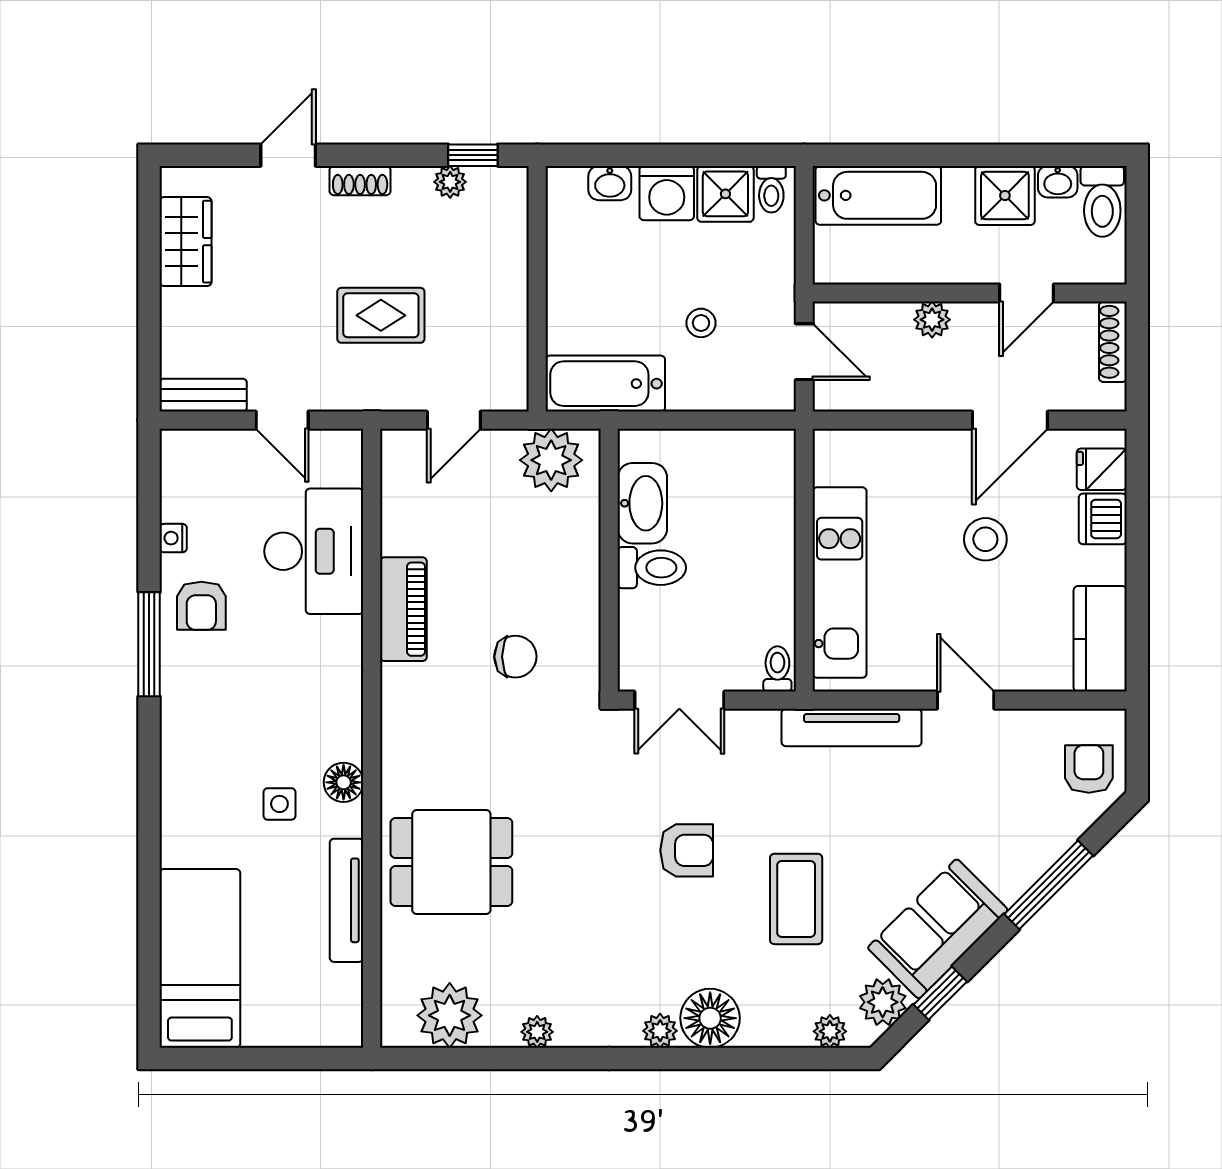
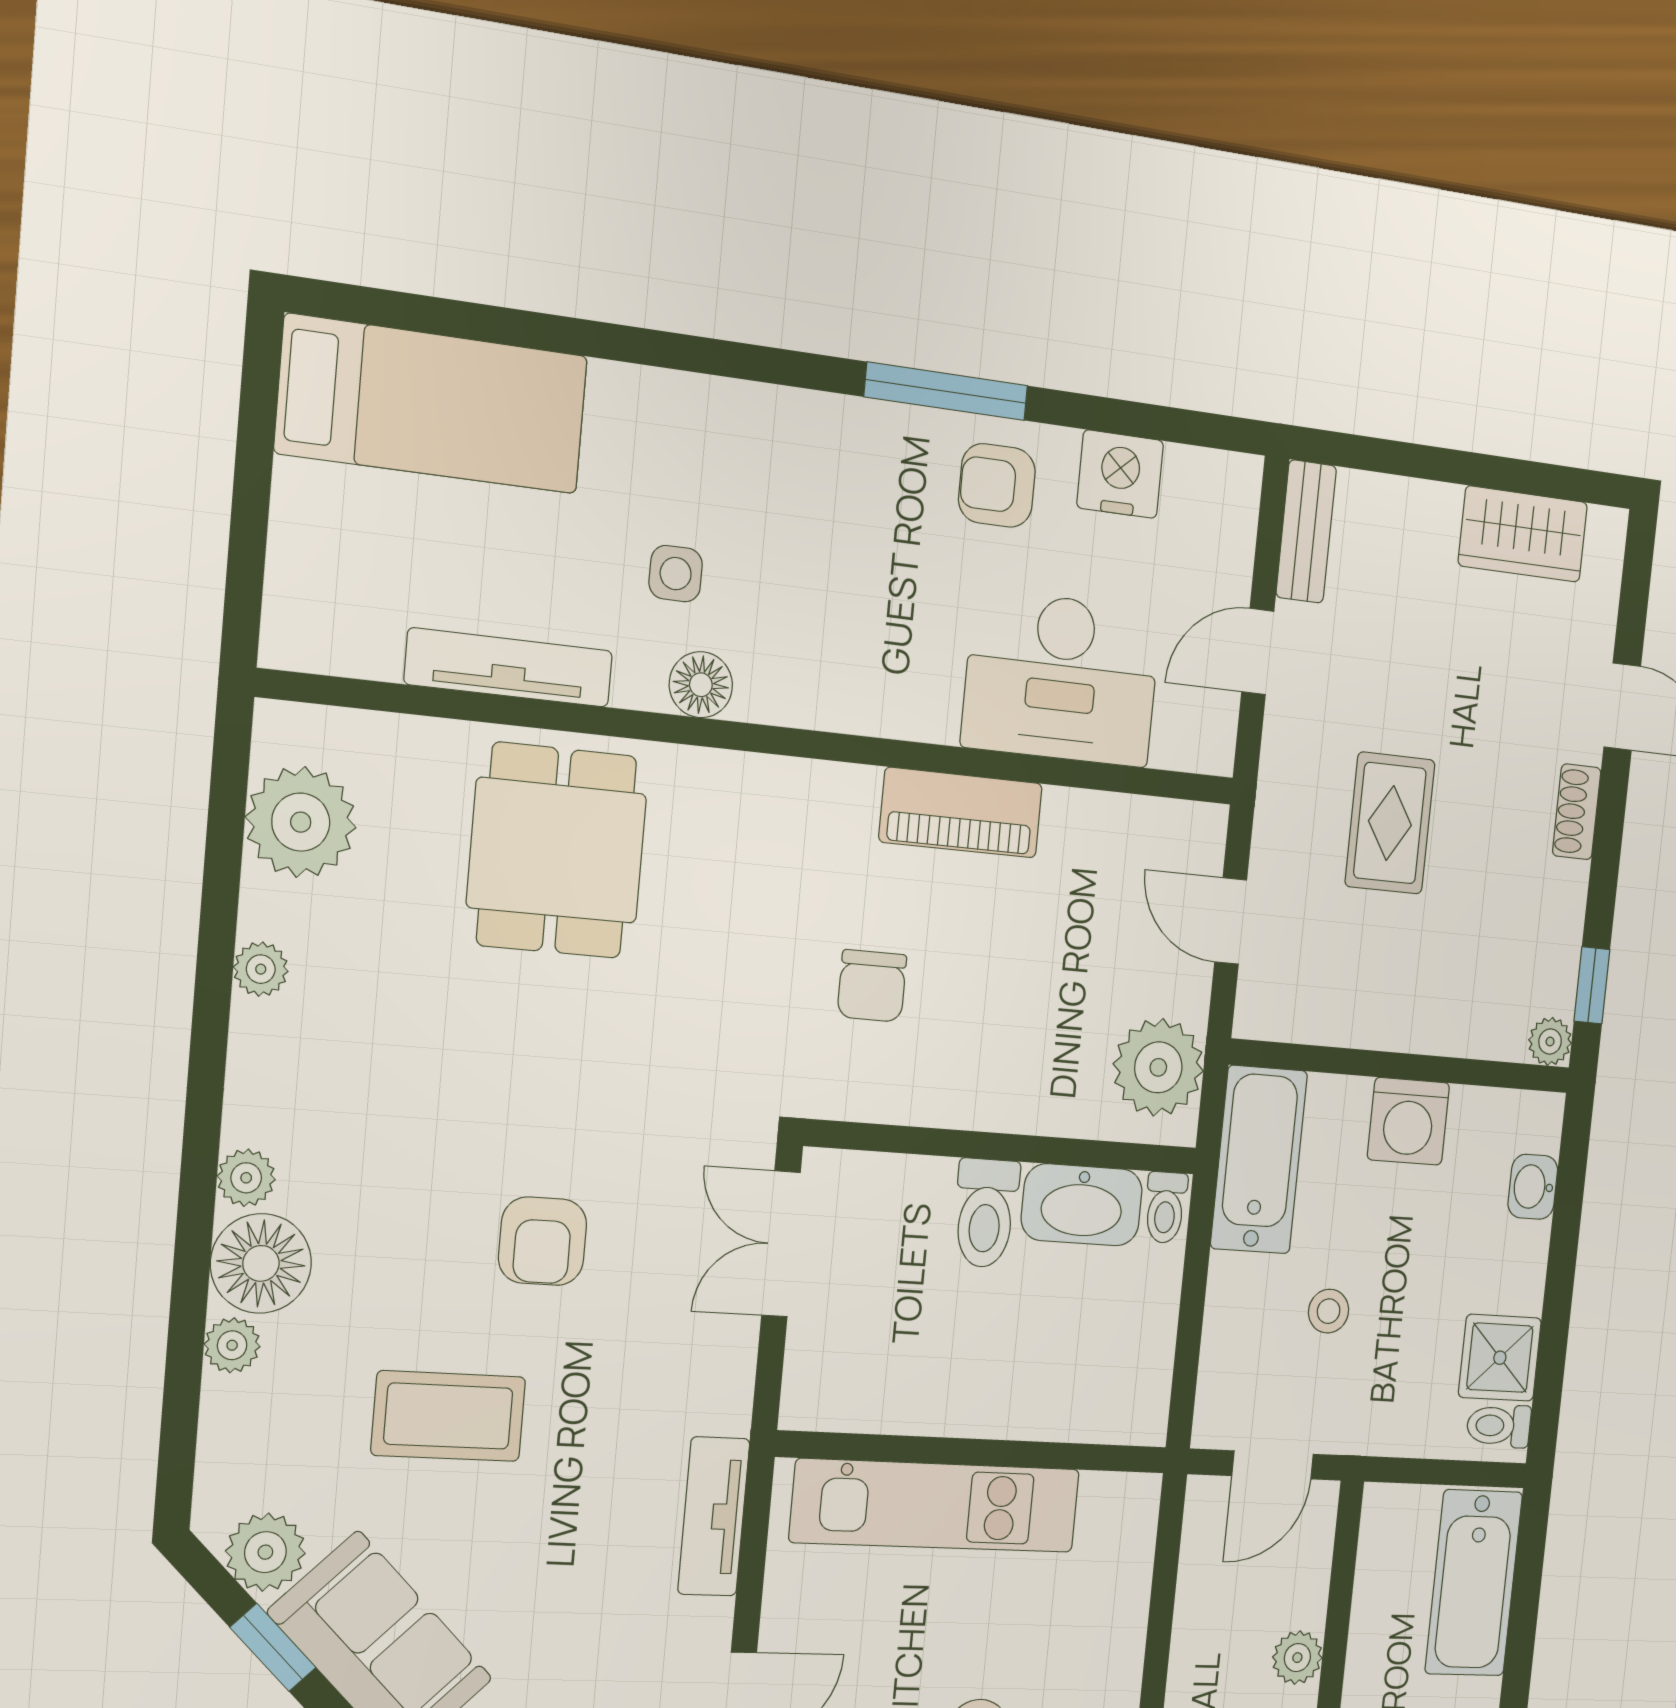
plant: (450, 182) -> (1550, 1041), moved
washing machine: (667, 193) -> (1408, 1121), moved, turned -90
nightstand: (173, 538) -> (1120, 474), width x1.89, depth x1.79
toilet: (777, 669) -> (1165, 1207), moved, turned 90
tv unit: (852, 728) -> (714, 1516), width x0.71
plant: (830, 1031) -> (232, 1345), moved

